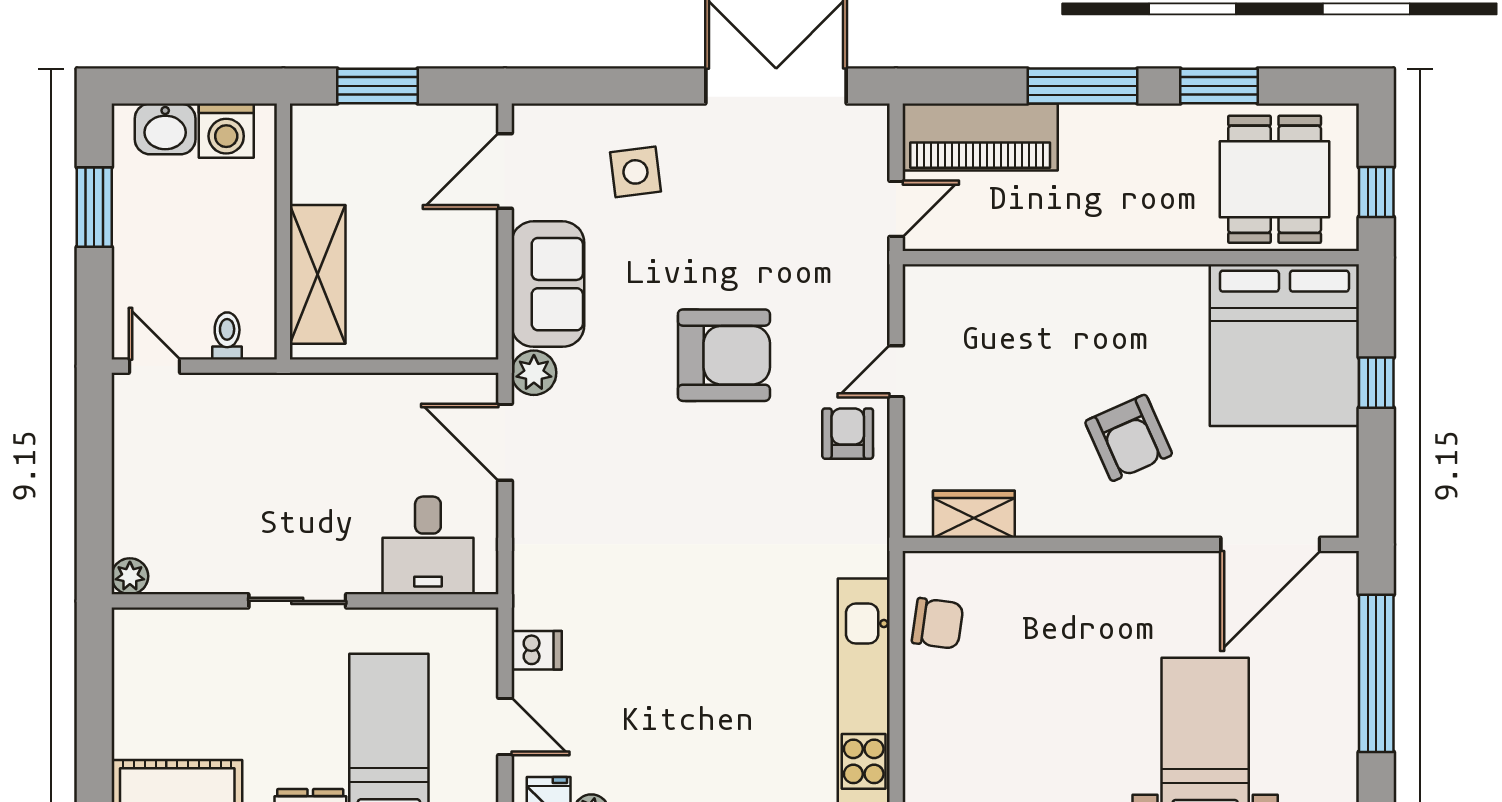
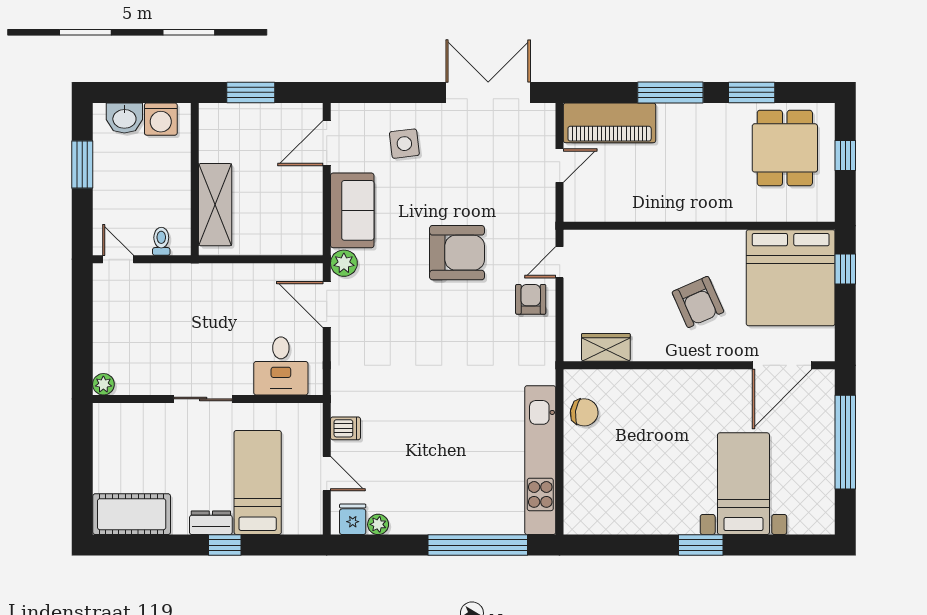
wall: (1131, 258) -> (699, 226), moved
bed: (1284, 345) -> (791, 278), moved

